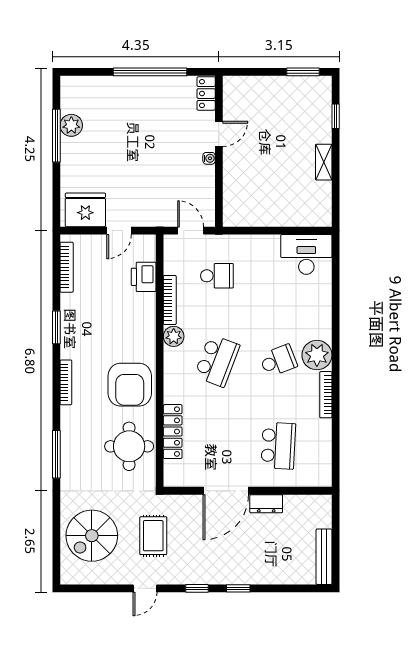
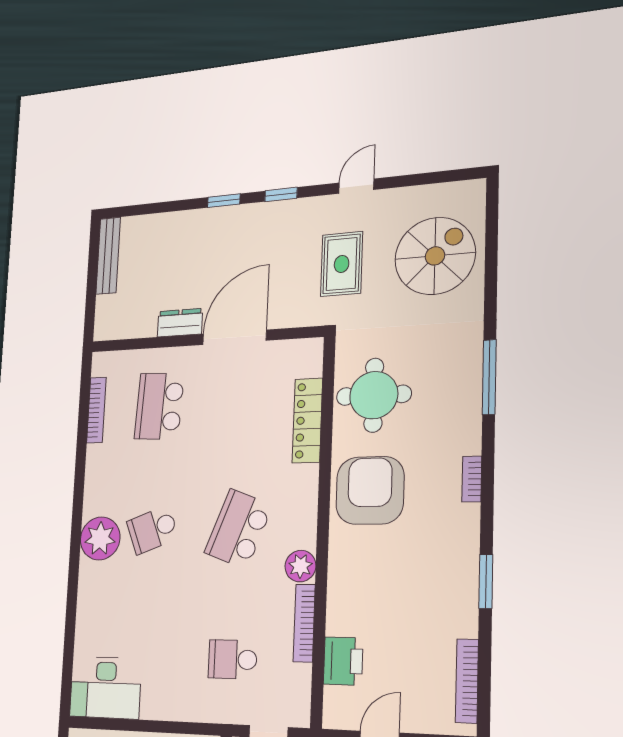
bookcase: (66, 382) -> (472, 479), width x0.64
bookcase: (326, 395) -> (96, 410), moved

